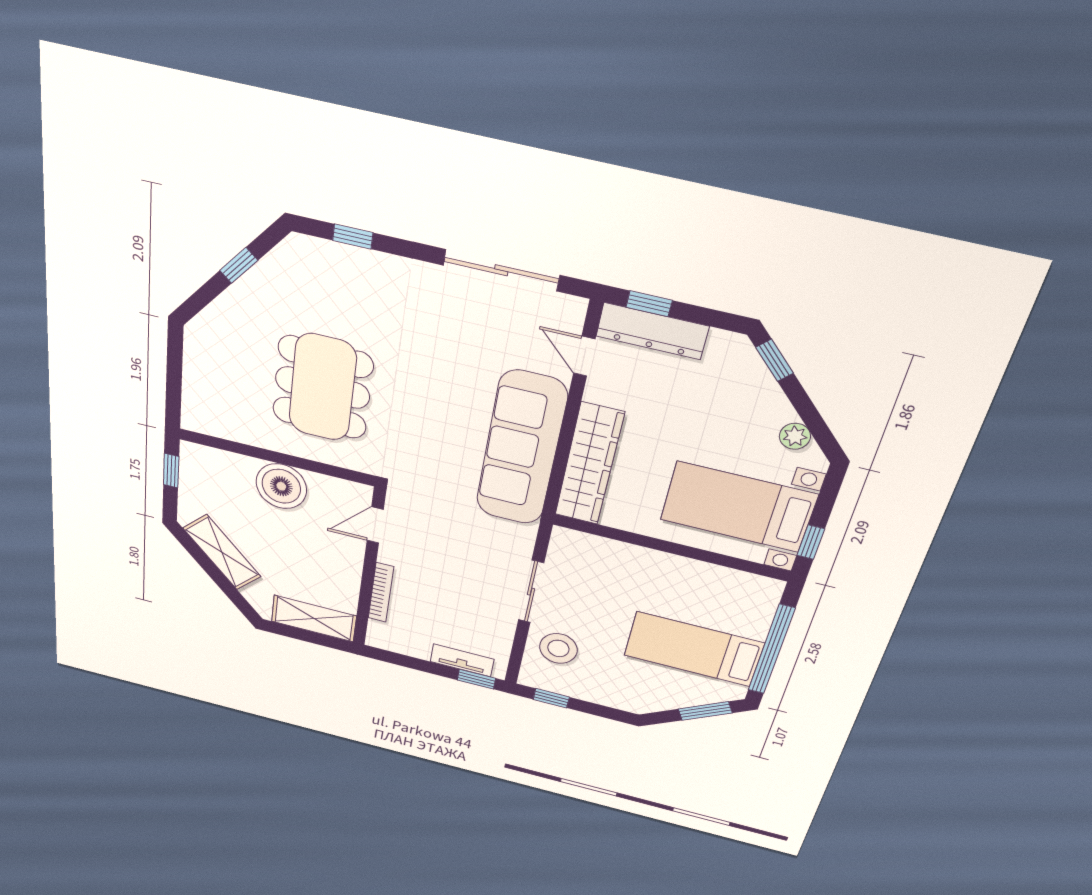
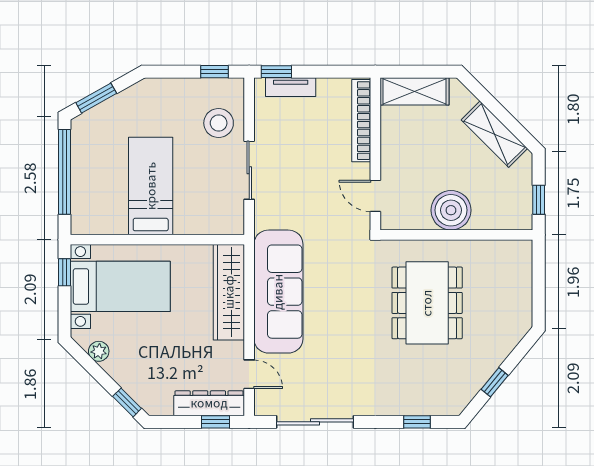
door: (375, 525) -> (375, 196), swing flipped
bookcase: (381, 592) -> (361, 121), width x1.48, depth x1.31
bed: (694, 649) -> (151, 186), moved, turned -90

